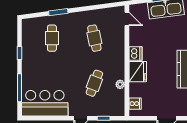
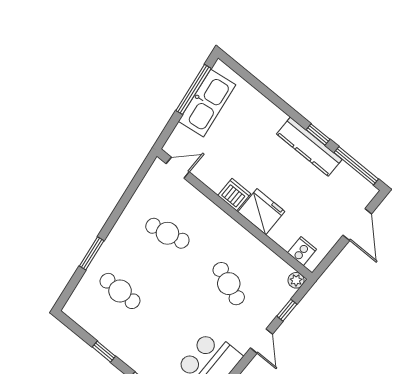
plant: (120, 84) -> (296, 280), moved

